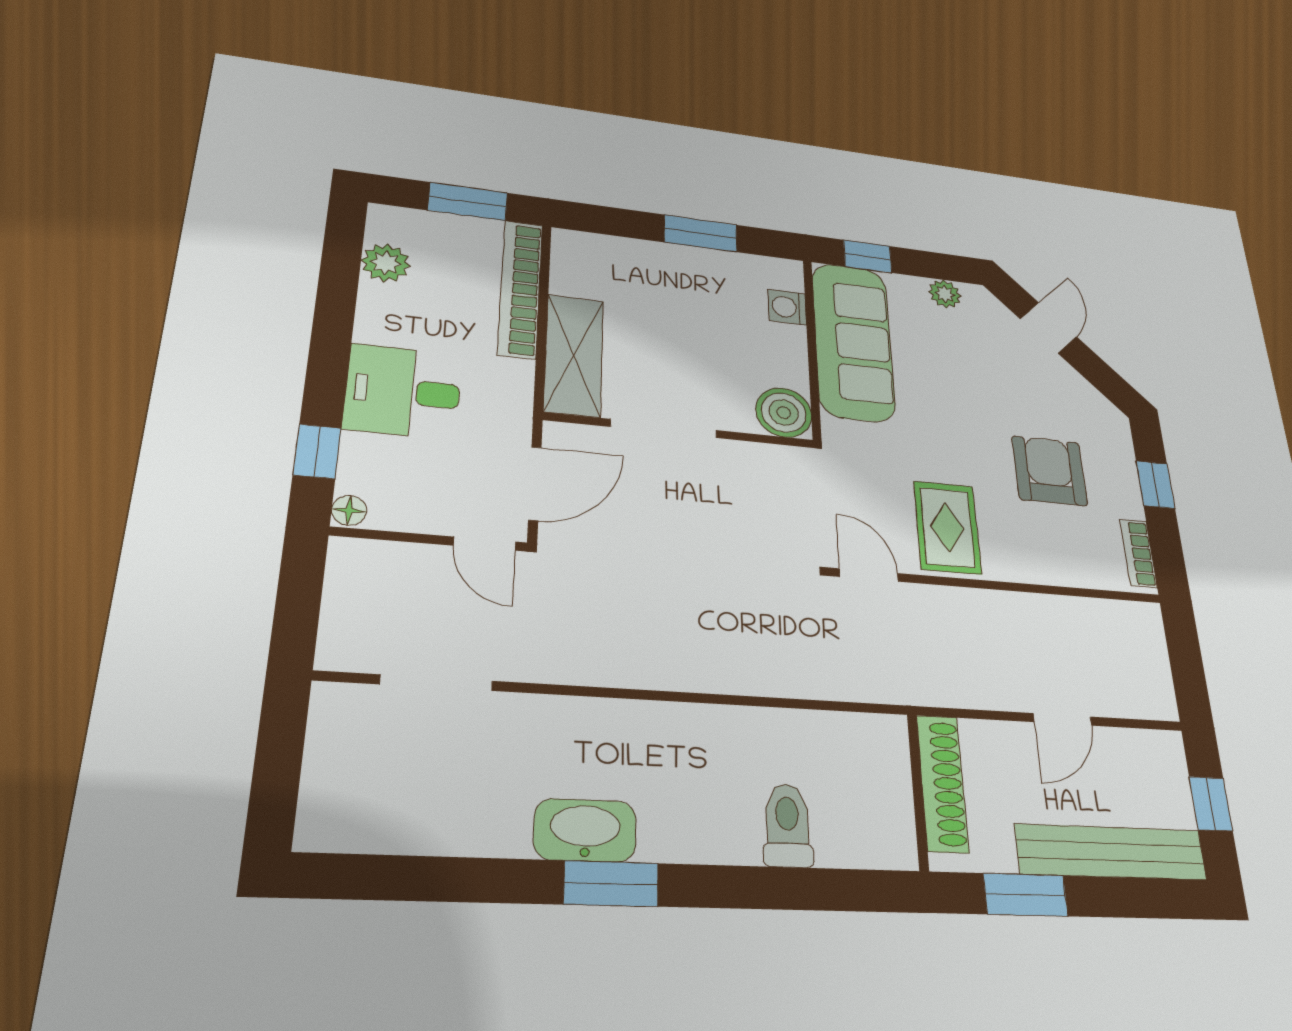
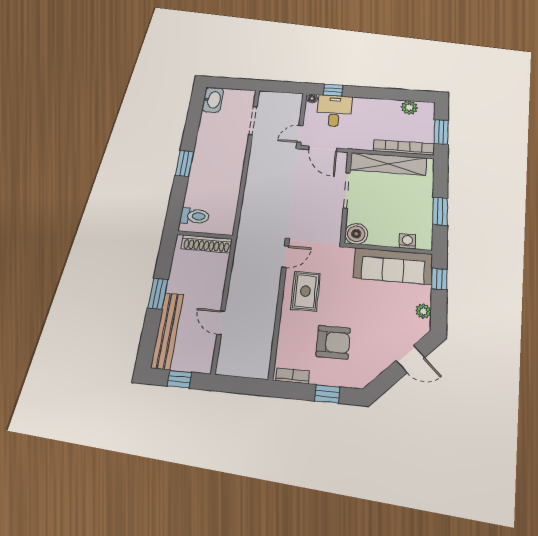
shelving: (574, 355) -> (388, 164), width x1.47
desk: (403, 391) -> (334, 111), moved
rug: (947, 527) -> (306, 291), turned 90
shoe rack: (942, 783) -> (207, 244), moved
wall: (918, 791) -> (205, 235), moved
washbasin: (585, 830) -> (213, 100), moved

